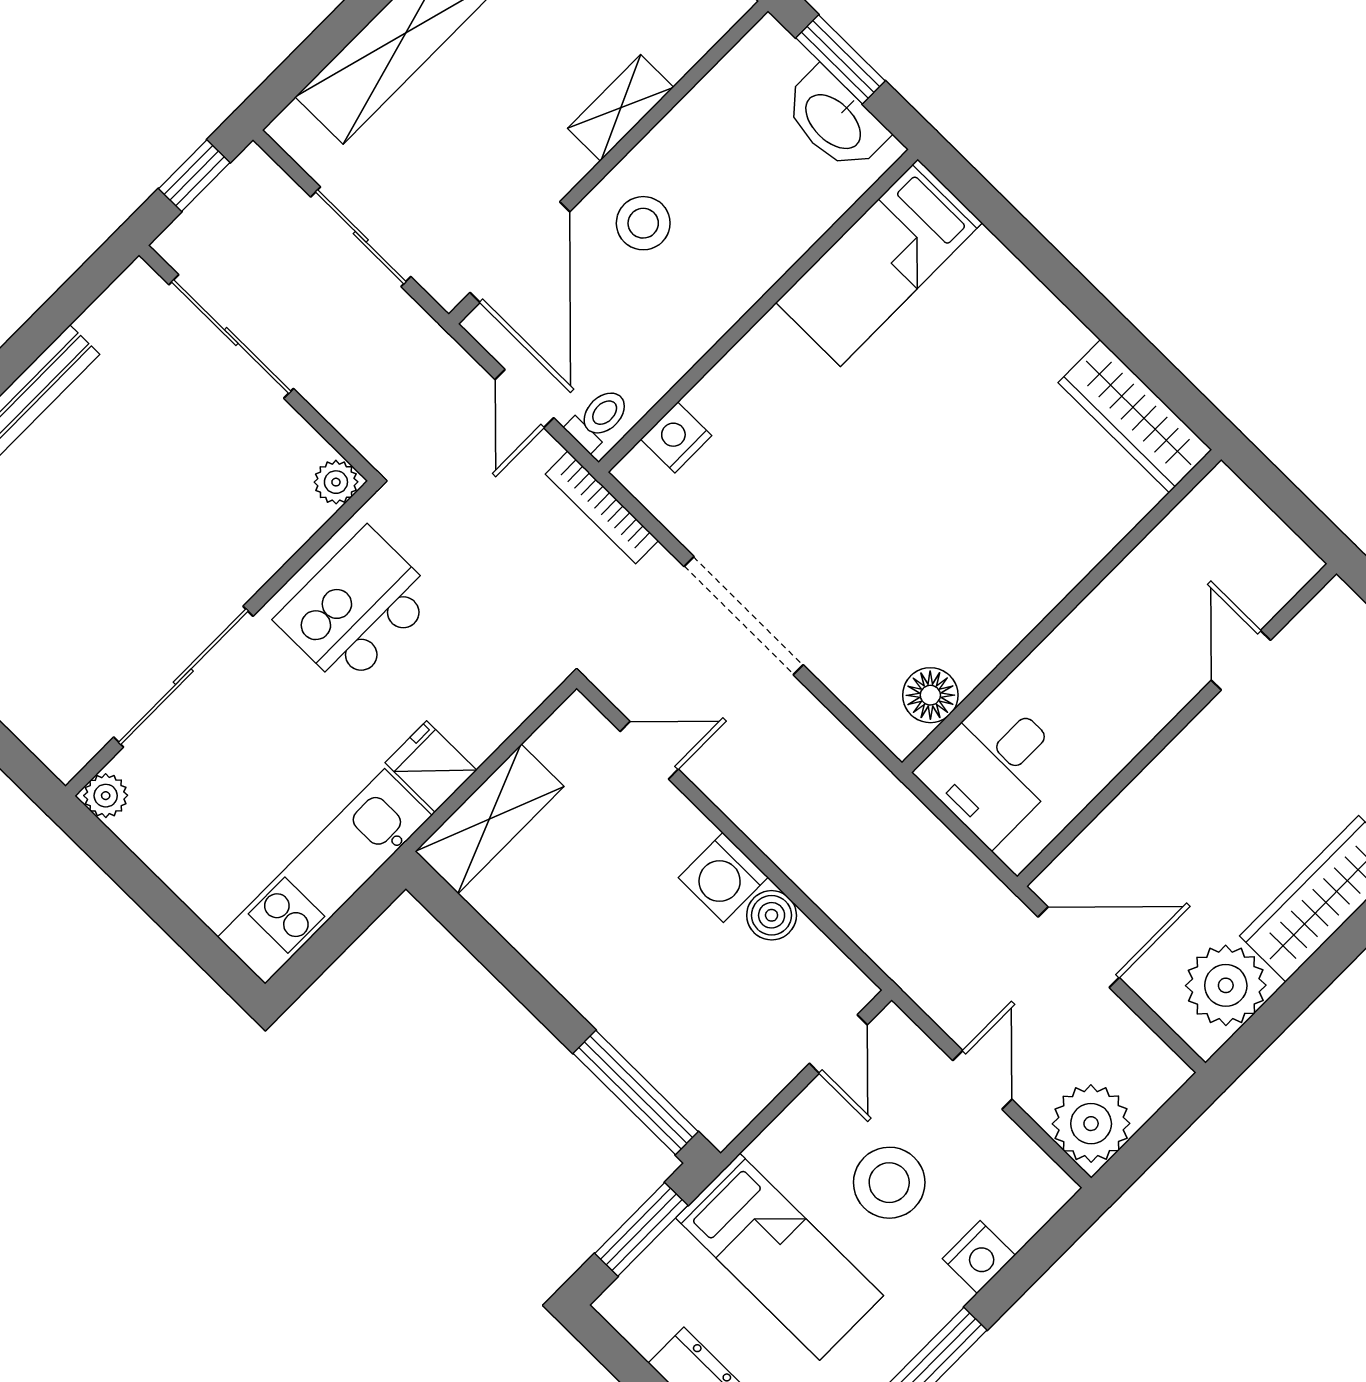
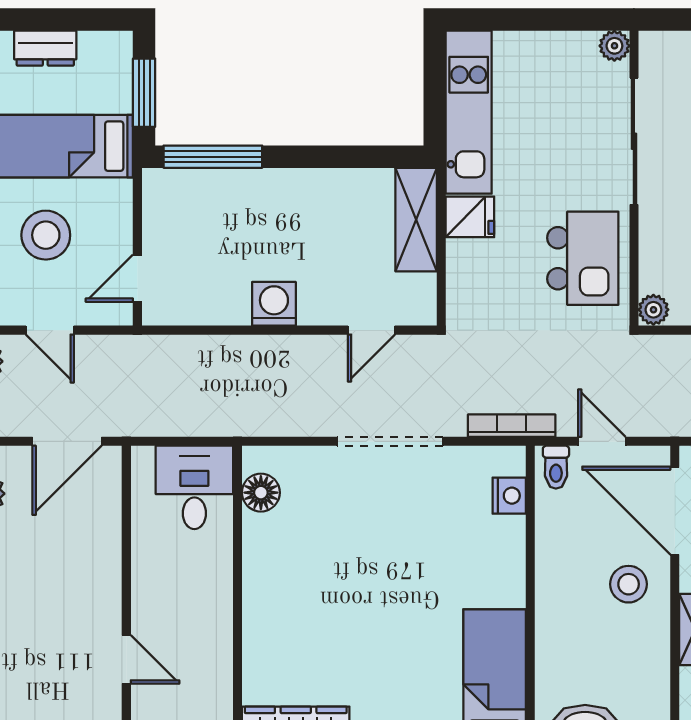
boiler: (772, 915) -> (232, 309), removed
door: (838, 1044) -> (137, 278), hinge flipped

